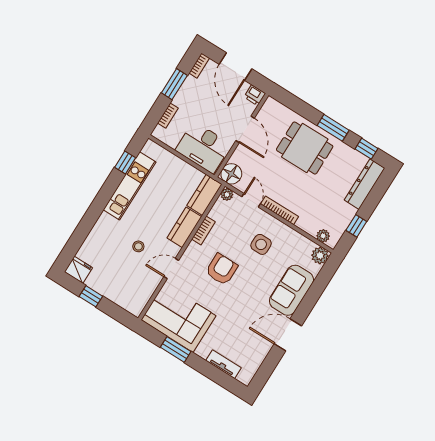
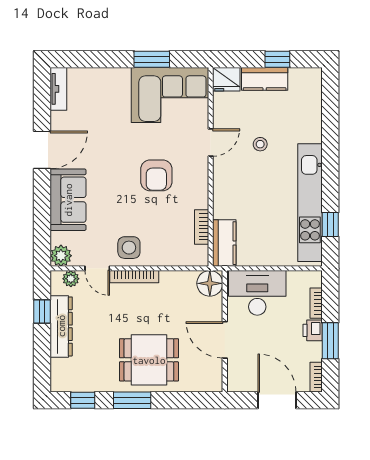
printer: (255, 95) -> (313, 330), moved, turned -90
dresser: (365, 184) -> (61, 326), moved
kitchen unit: (130, 186) -> (310, 203), width x1.36
plant: (227, 194) -> (201, 259), removed
door: (251, 200) -> (97, 268), moved
kitchen counter: (184, 227) -> (265, 79), moved, turned 90
bookcase: (203, 230) -> (202, 227), moved
side table: (261, 244) -> (129, 248), moved
fridge: (78, 270) -> (226, 79), moved
tv unit: (224, 364) -> (58, 89), moved, turned -90

